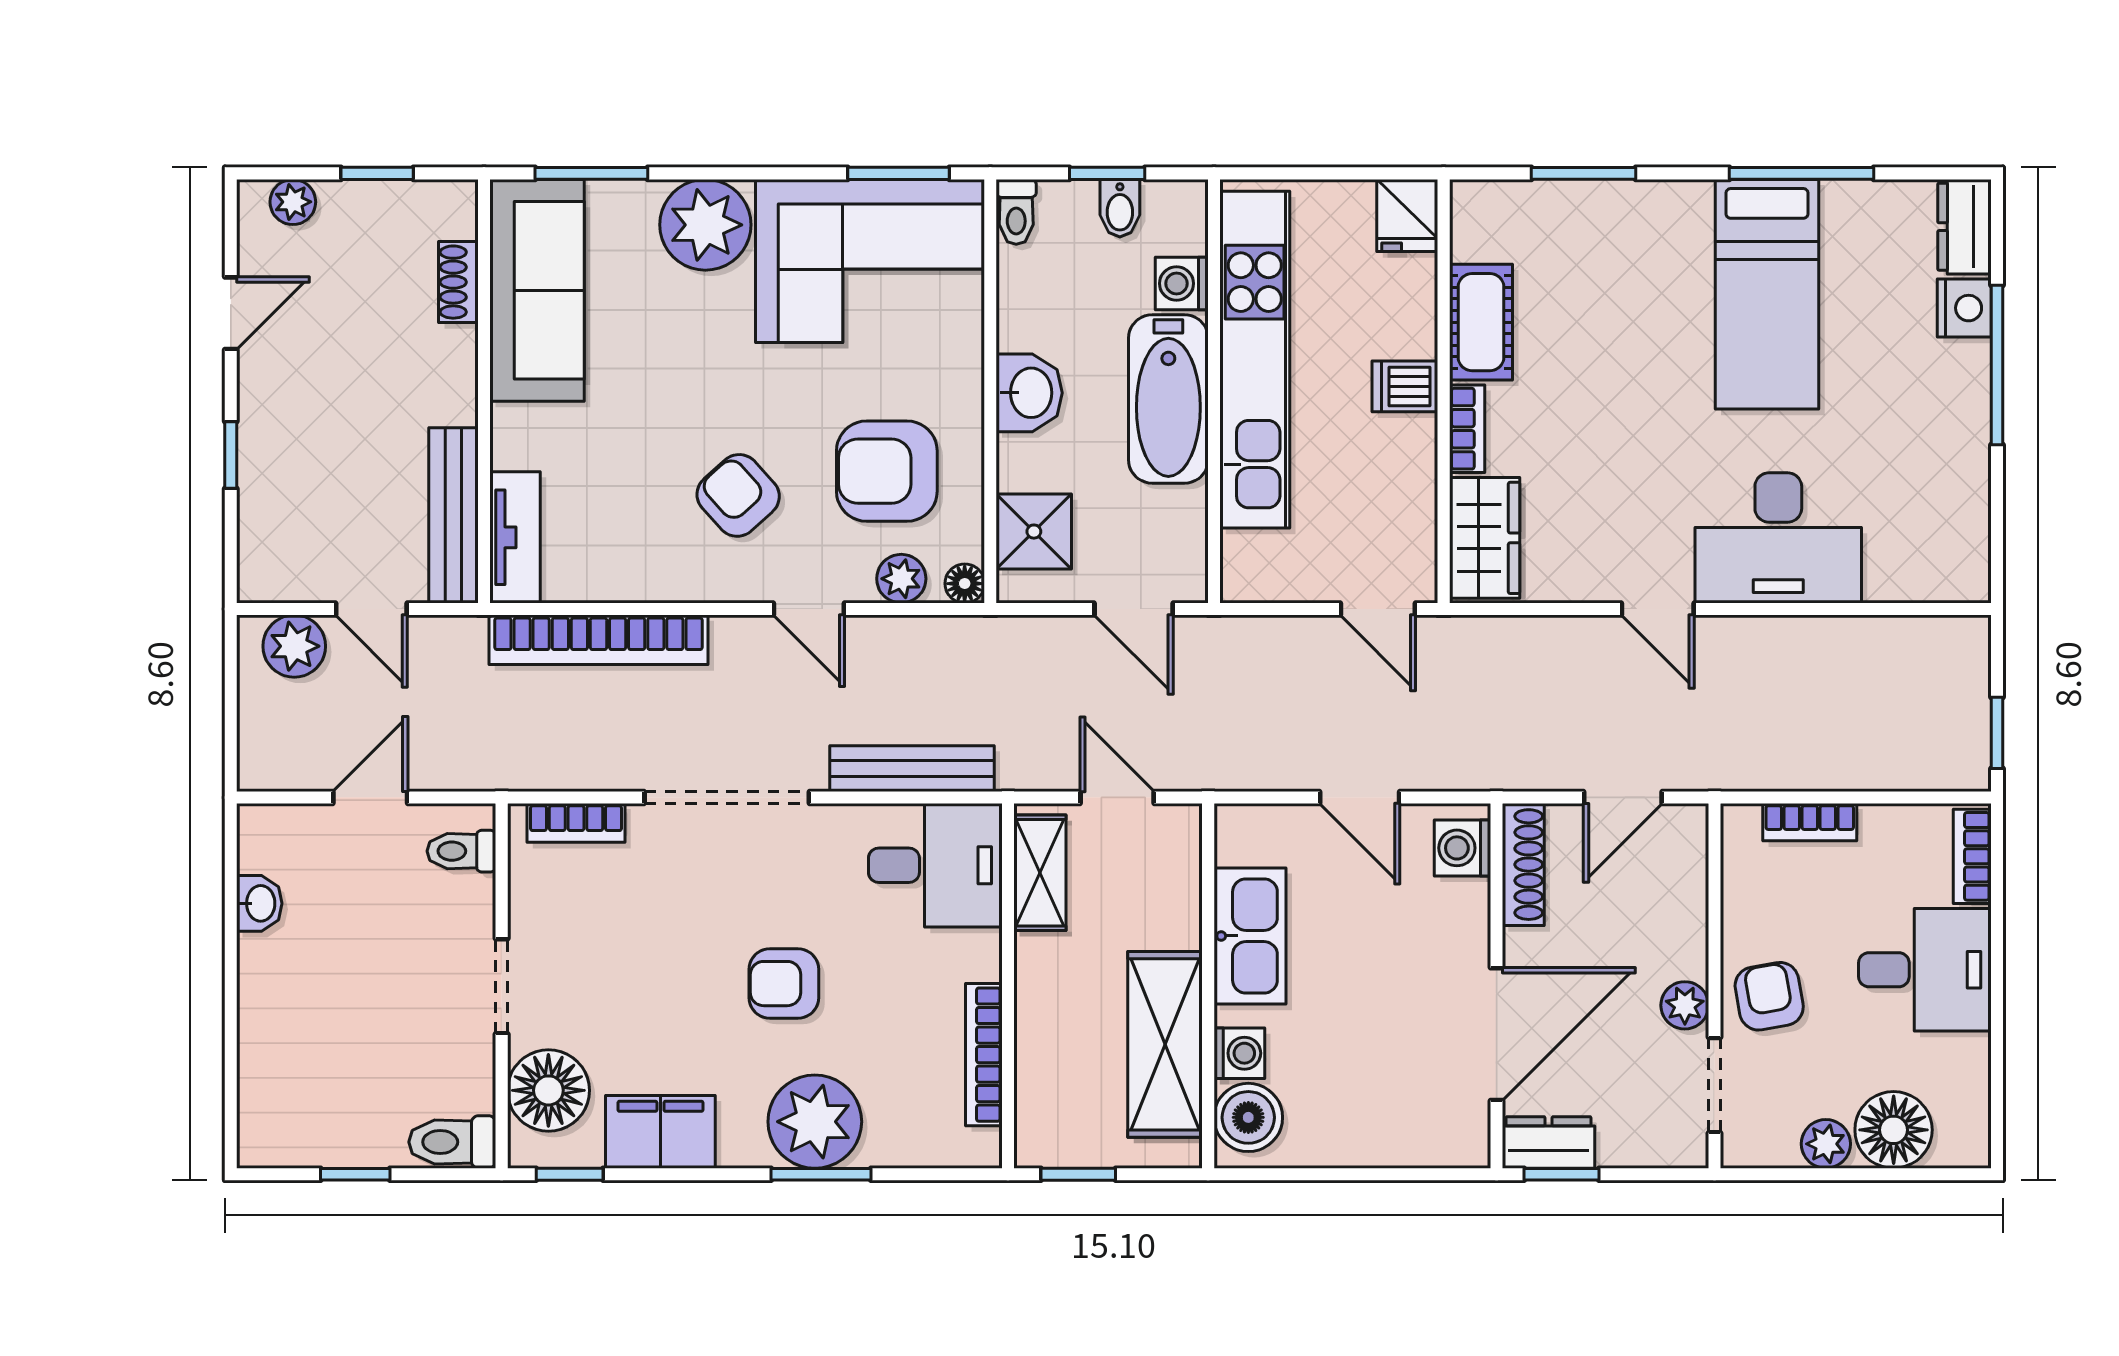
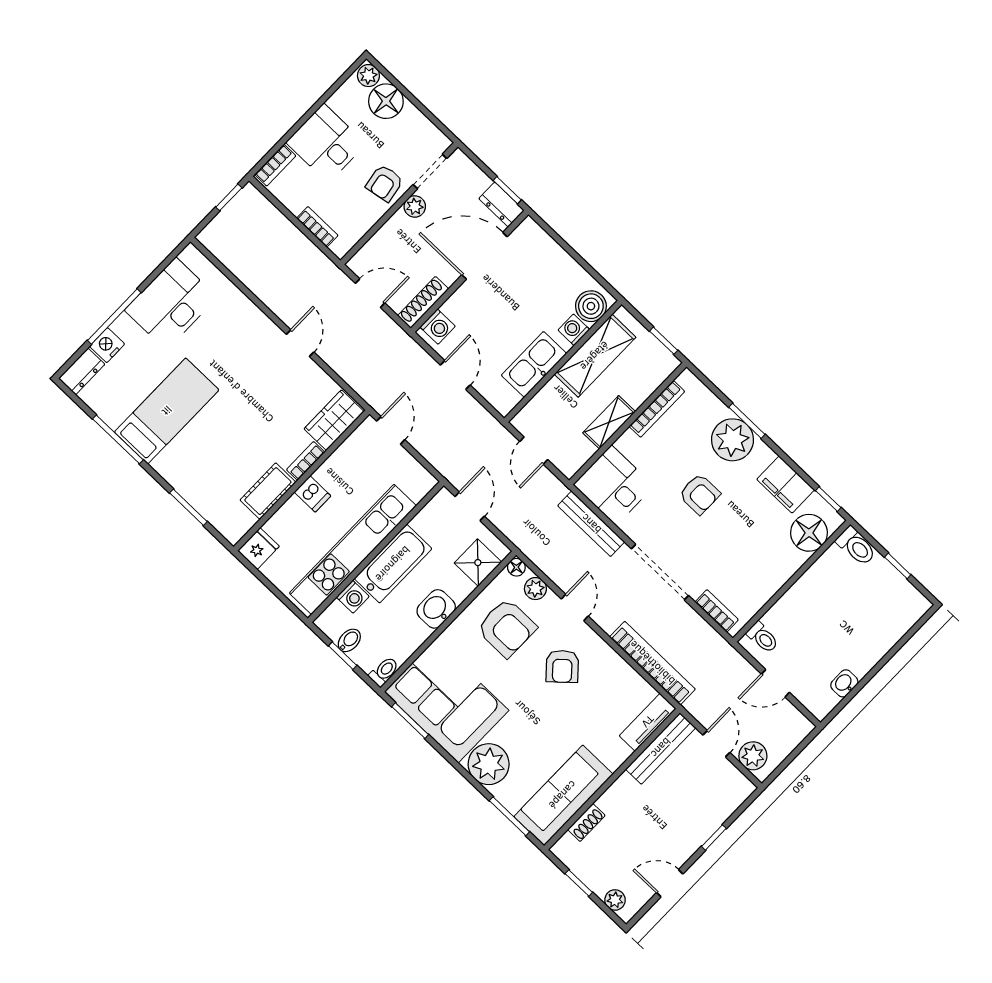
desk: (1778, 538) -> (171, 304), moved, turned -90
shelving: (1040, 873) -> (609, 422), moved
doorway: (502, 986) -> (792, 581), removed
plant: (1826, 1144) -> (368, 76), moved

